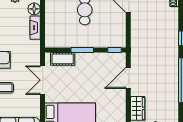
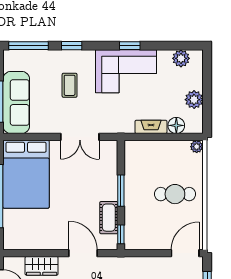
cot: (63, 59) -> (109, 218), moved
double door: (43, 80) -> (80, 137), swing flipped

